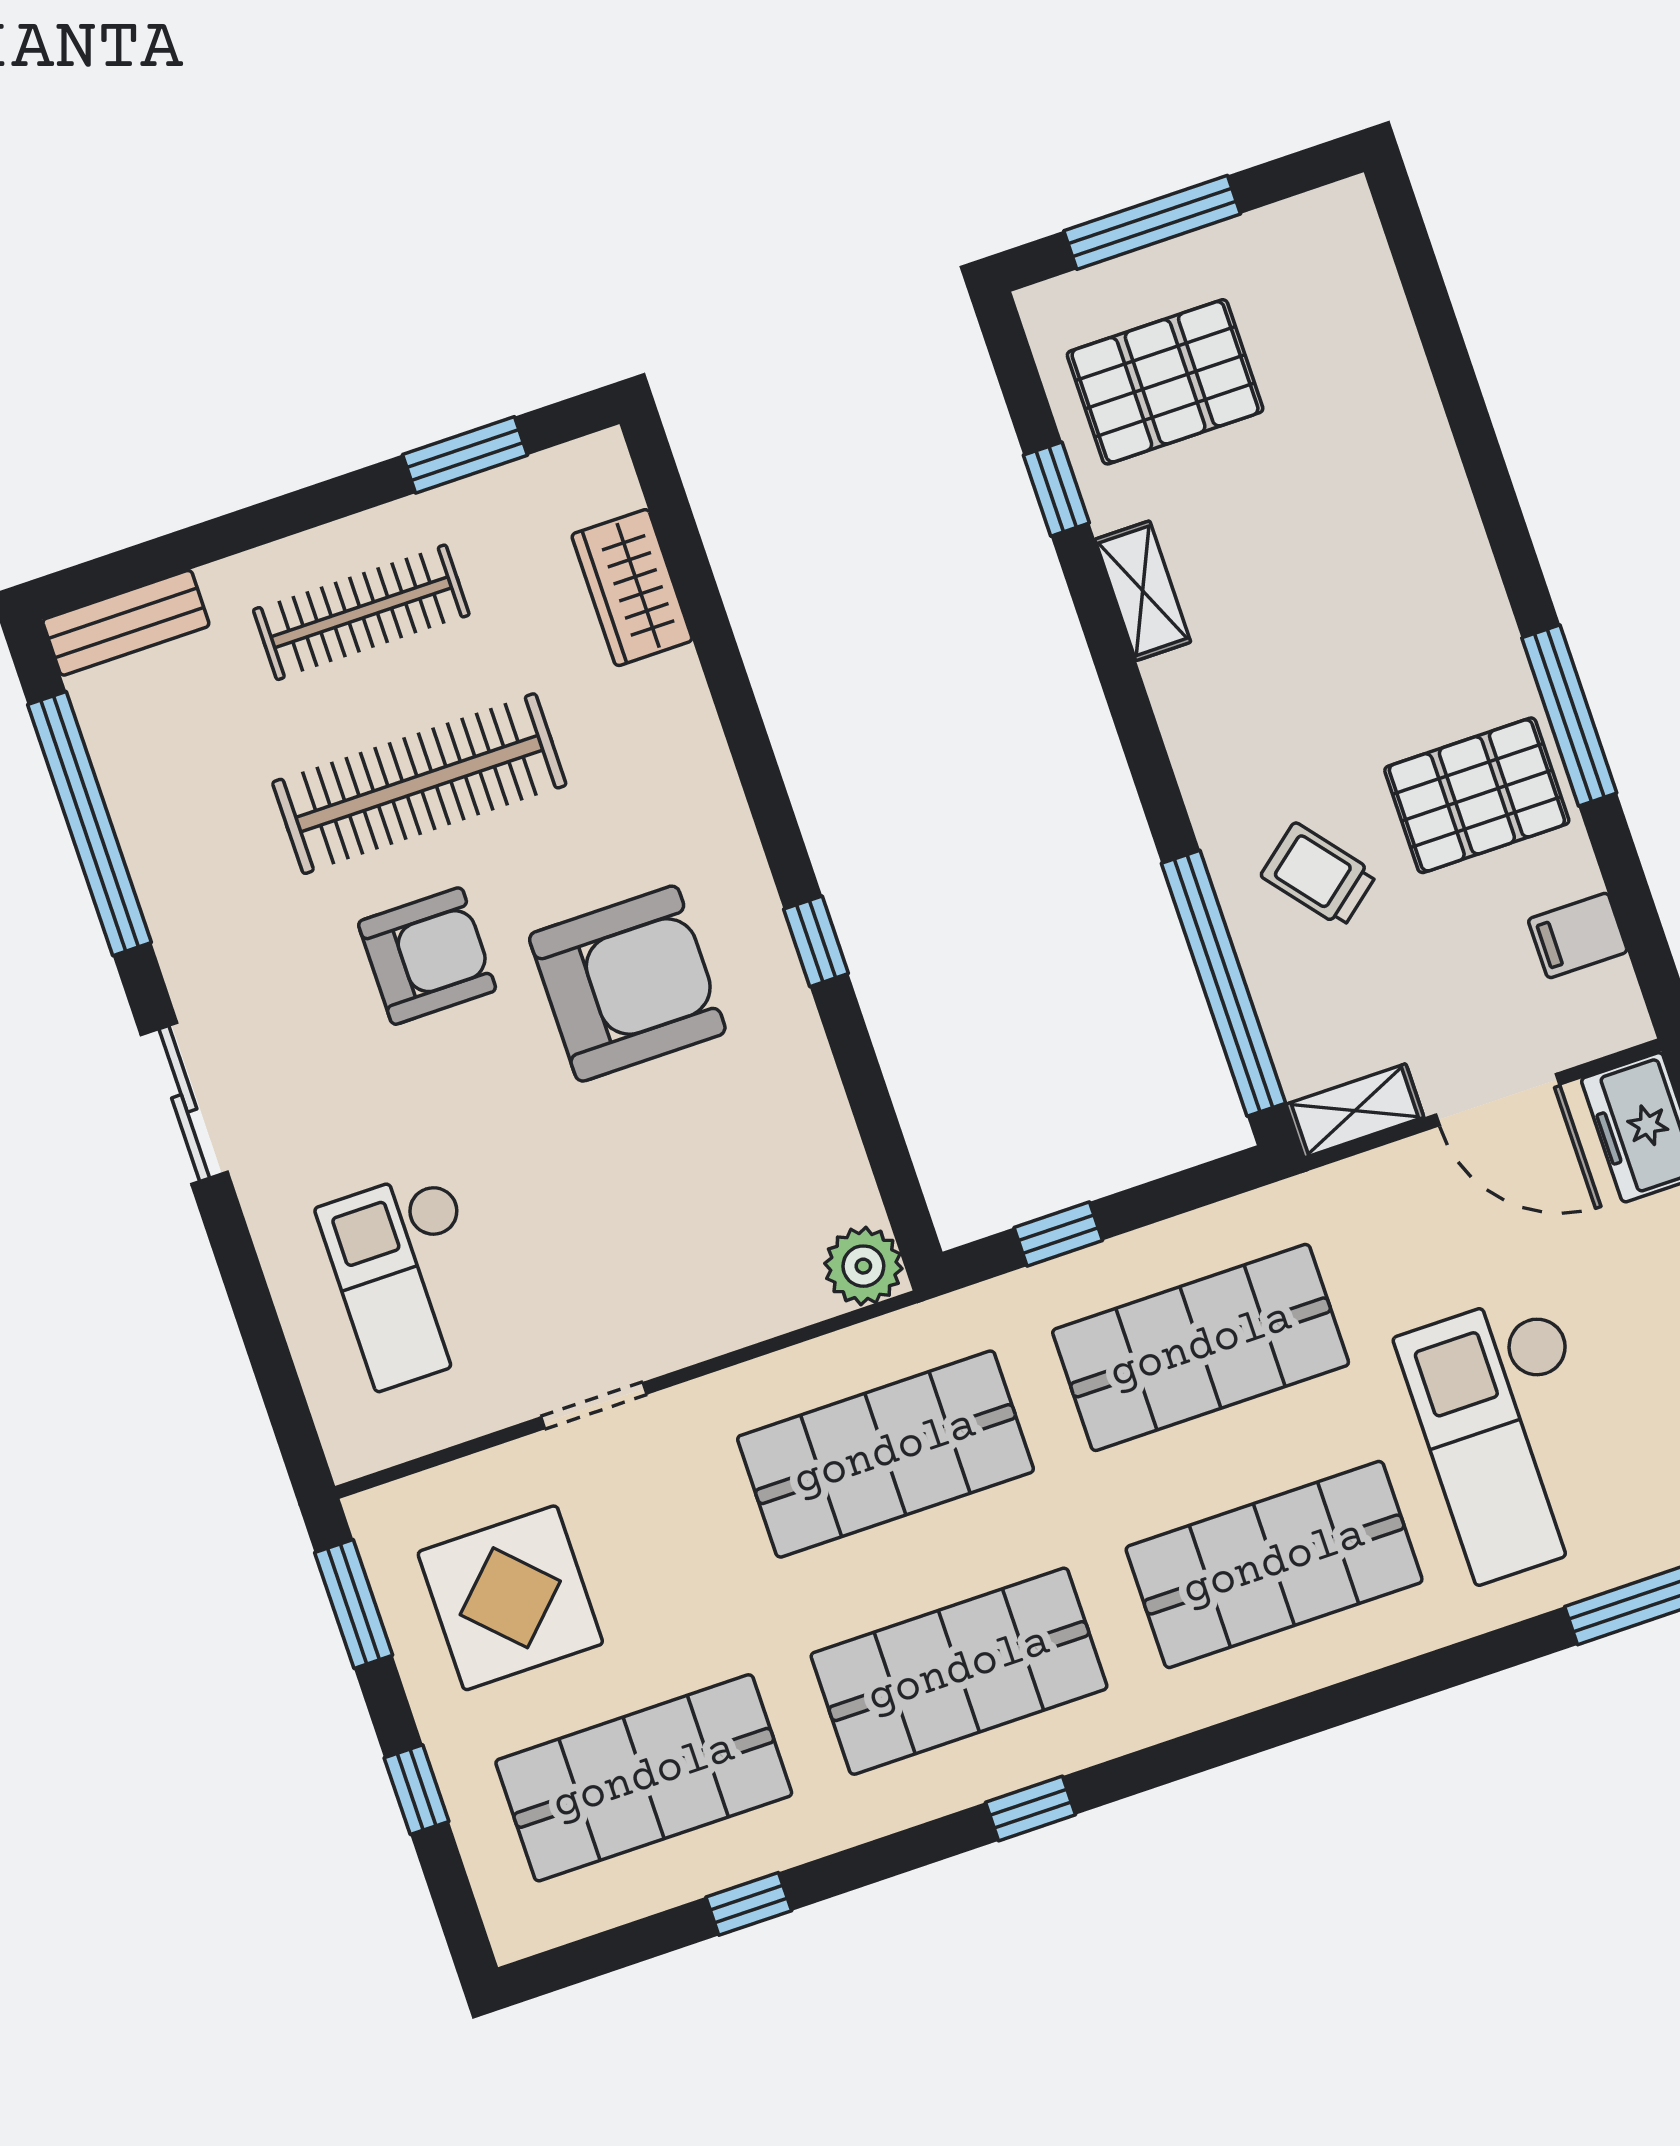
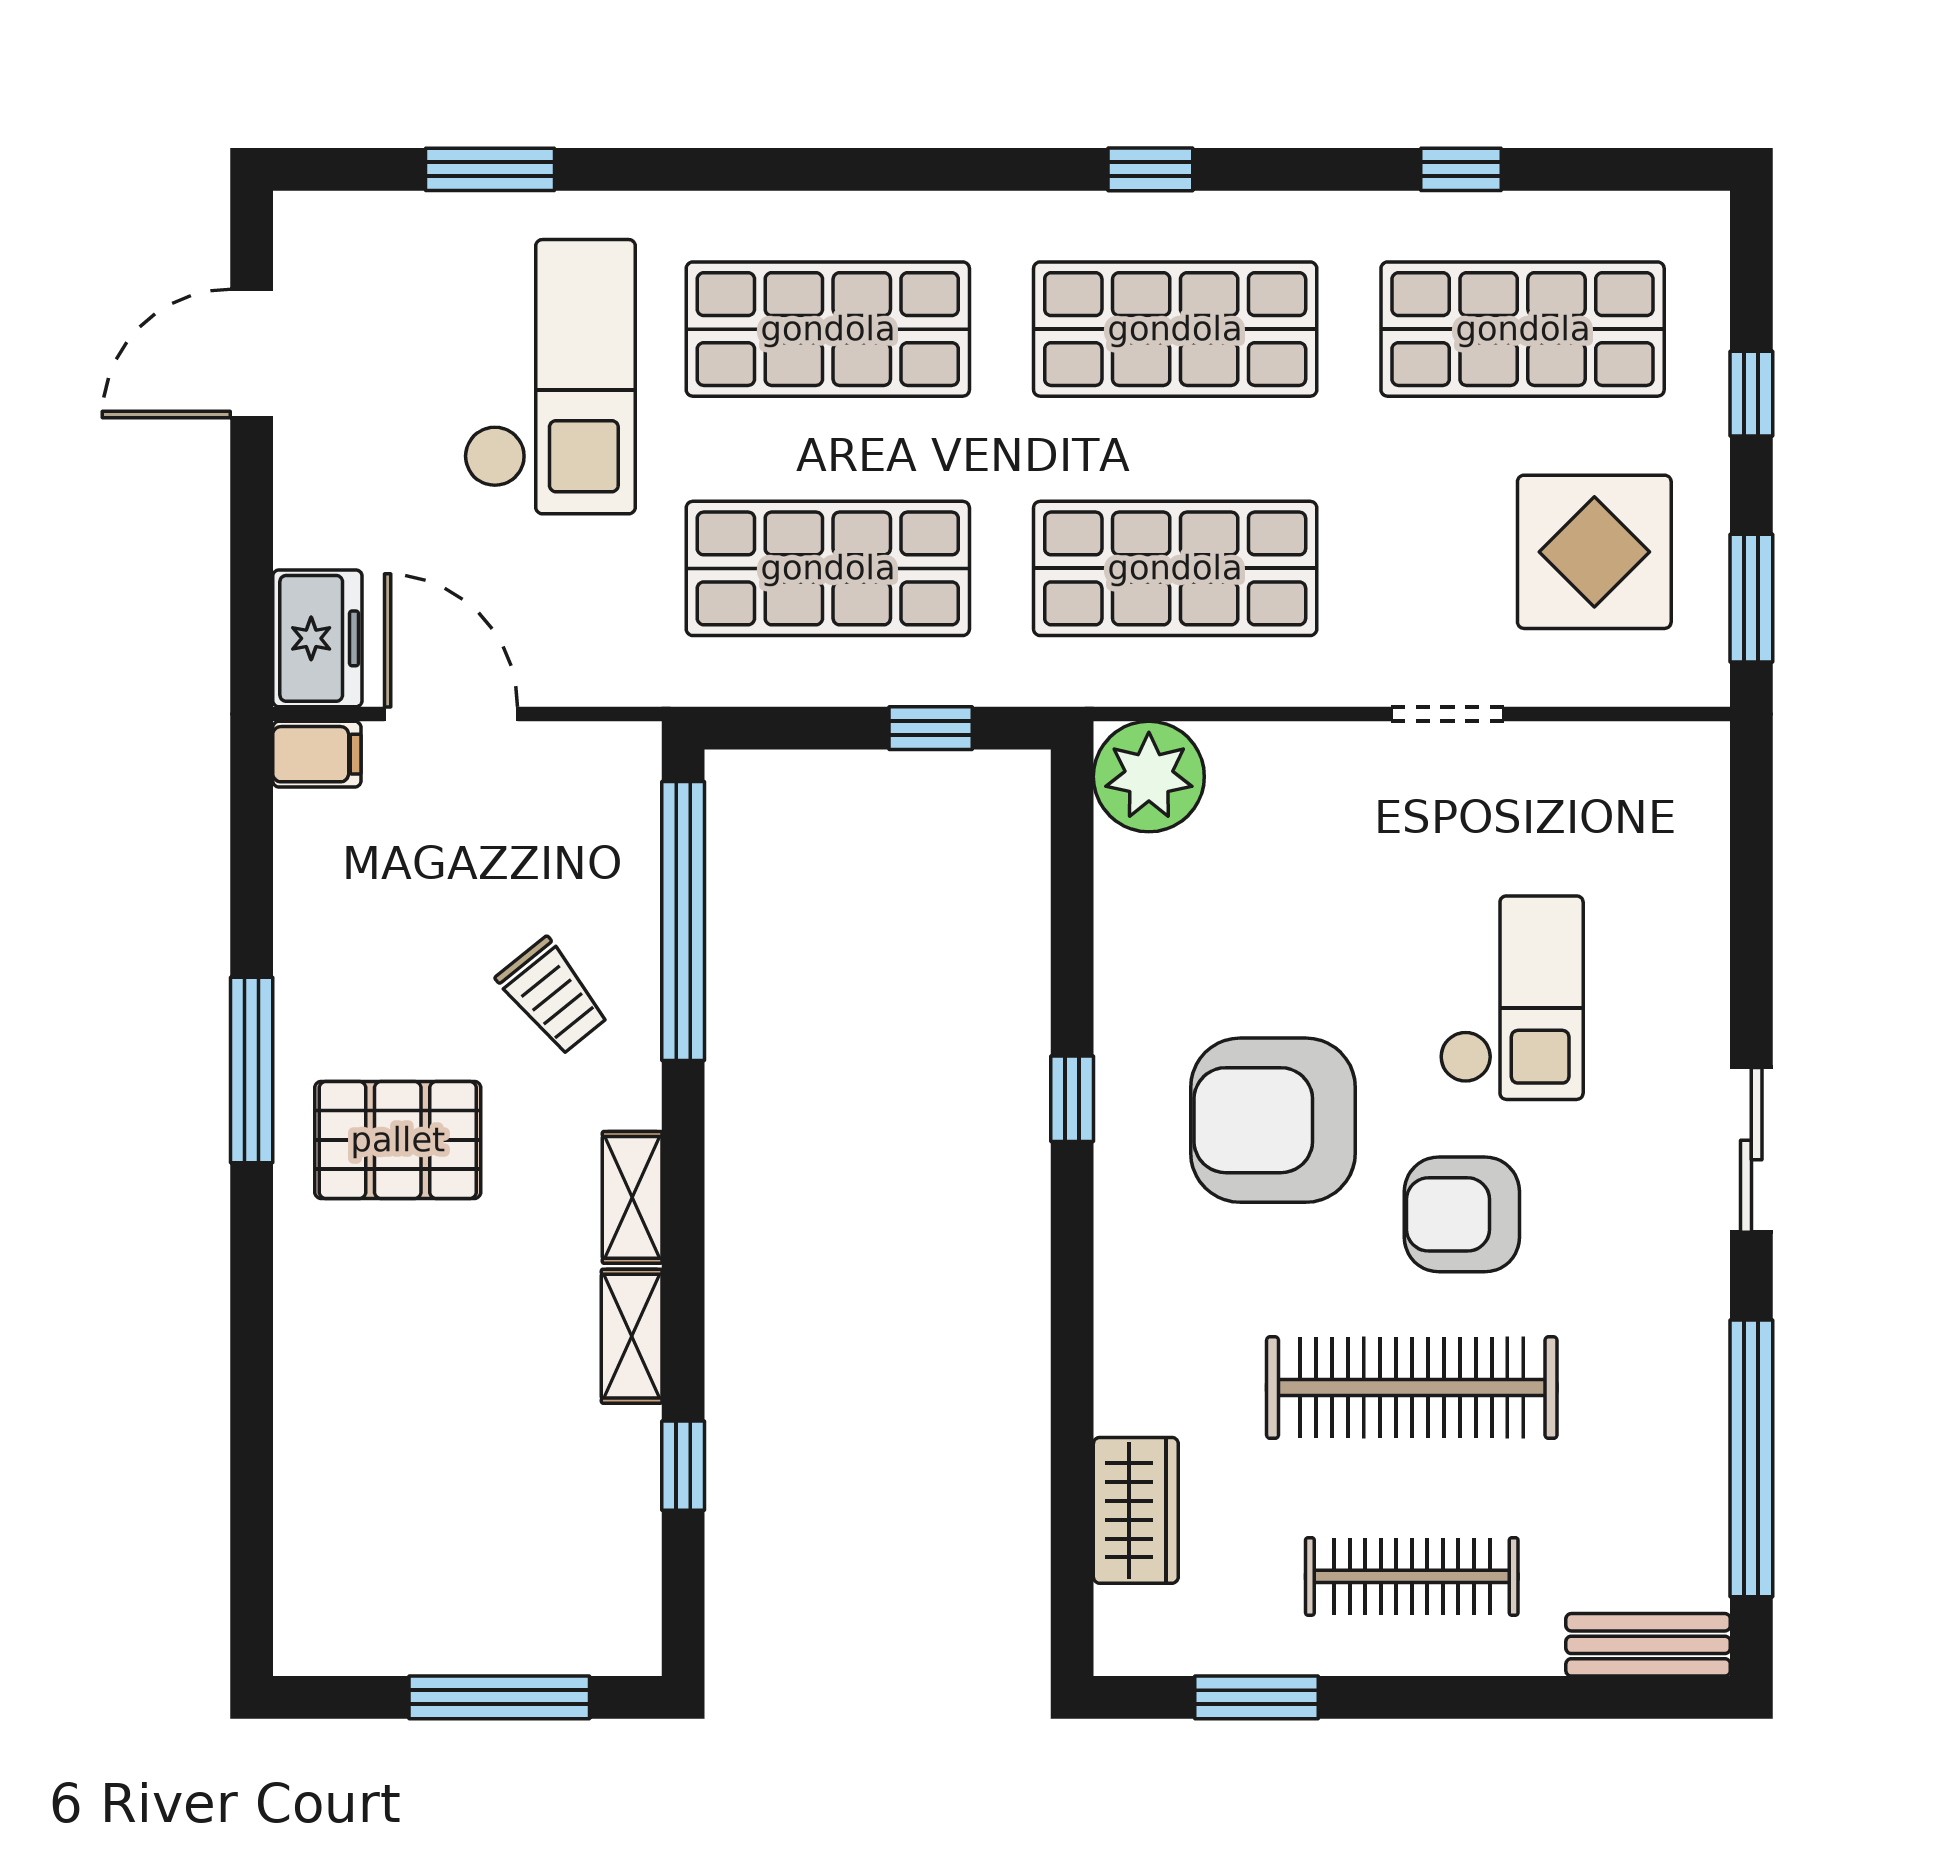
pallet: (1165, 382) -> (540, 1535), removed
pallet: (1477, 795) -> (398, 1140), moved
filing cabinet: (1578, 935) -> (317, 754), moved
shelving: (1355, 1111) -> (632, 1197), moved, turned 90
plant: (863, 1266) -> (1149, 777), width x1.36, depth x1.36
checkout: (410, 1279) -> (1511, 998), moved

